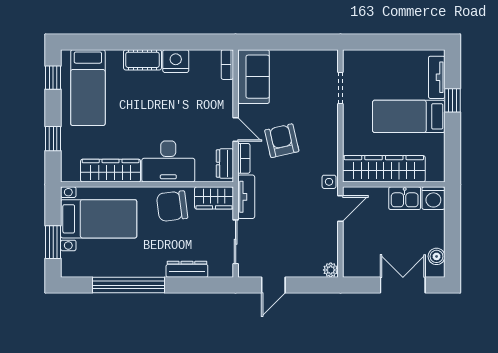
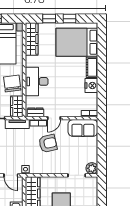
plant: (327, 60) -> (92, 168), added
window: (53, 78) -> (70, 19), moved
bed: (88, 88) -> (77, 42), width x1.50
wardrobe: (111, 171) -> (32, 39), moved

